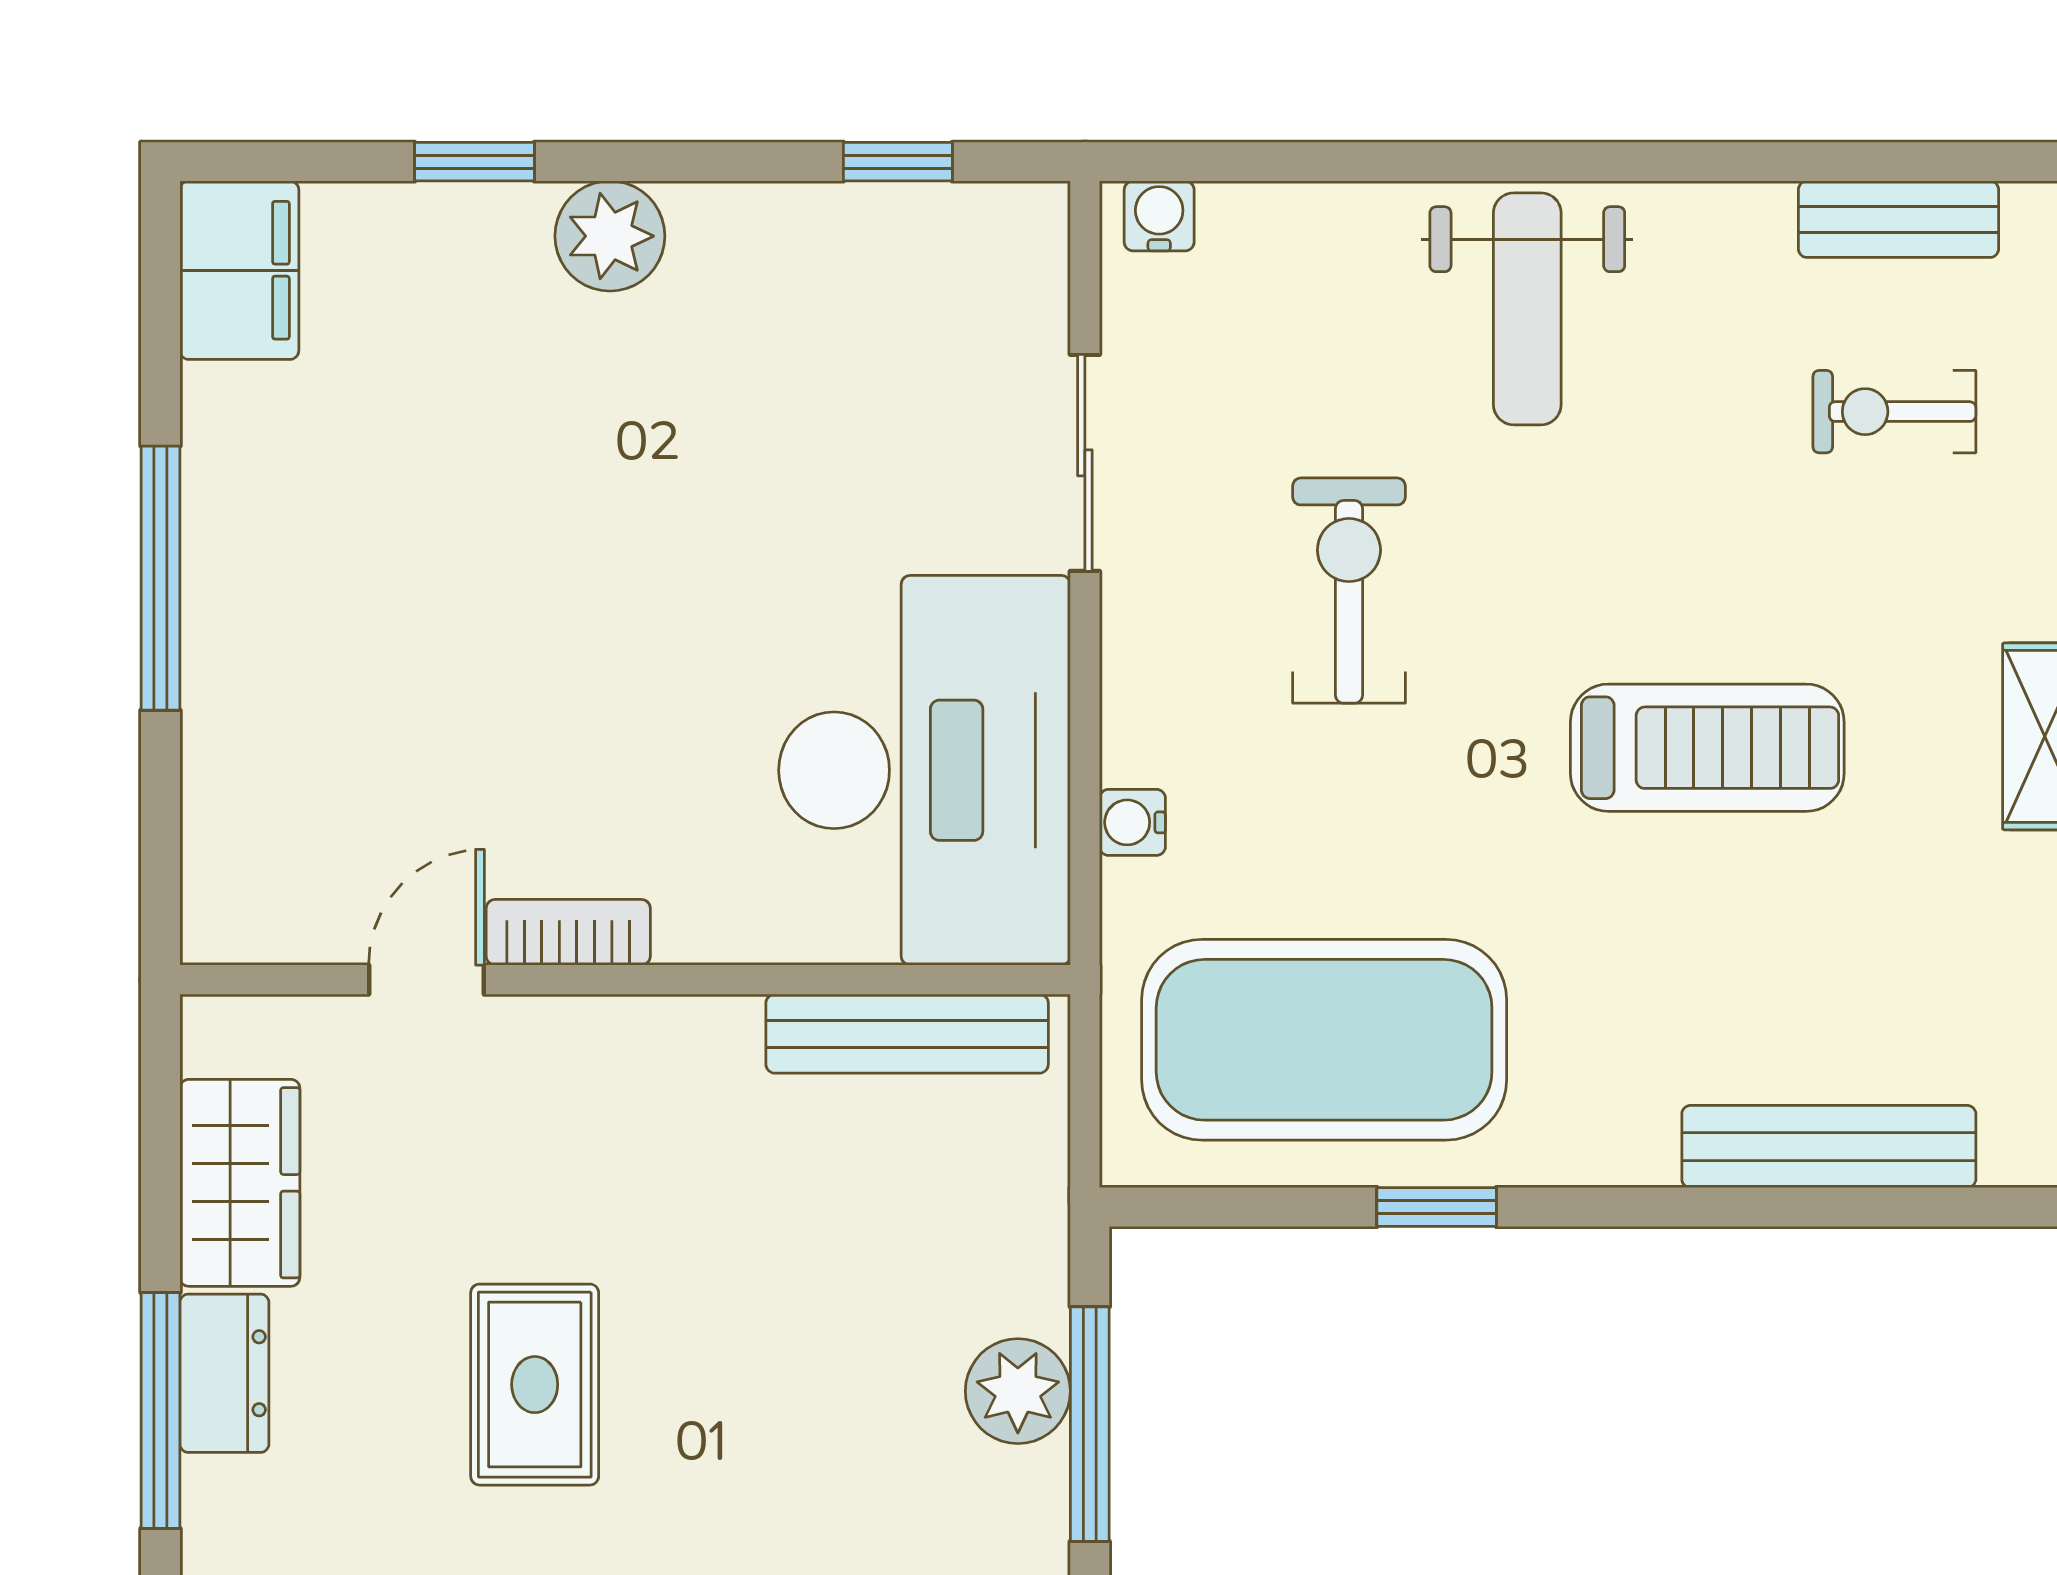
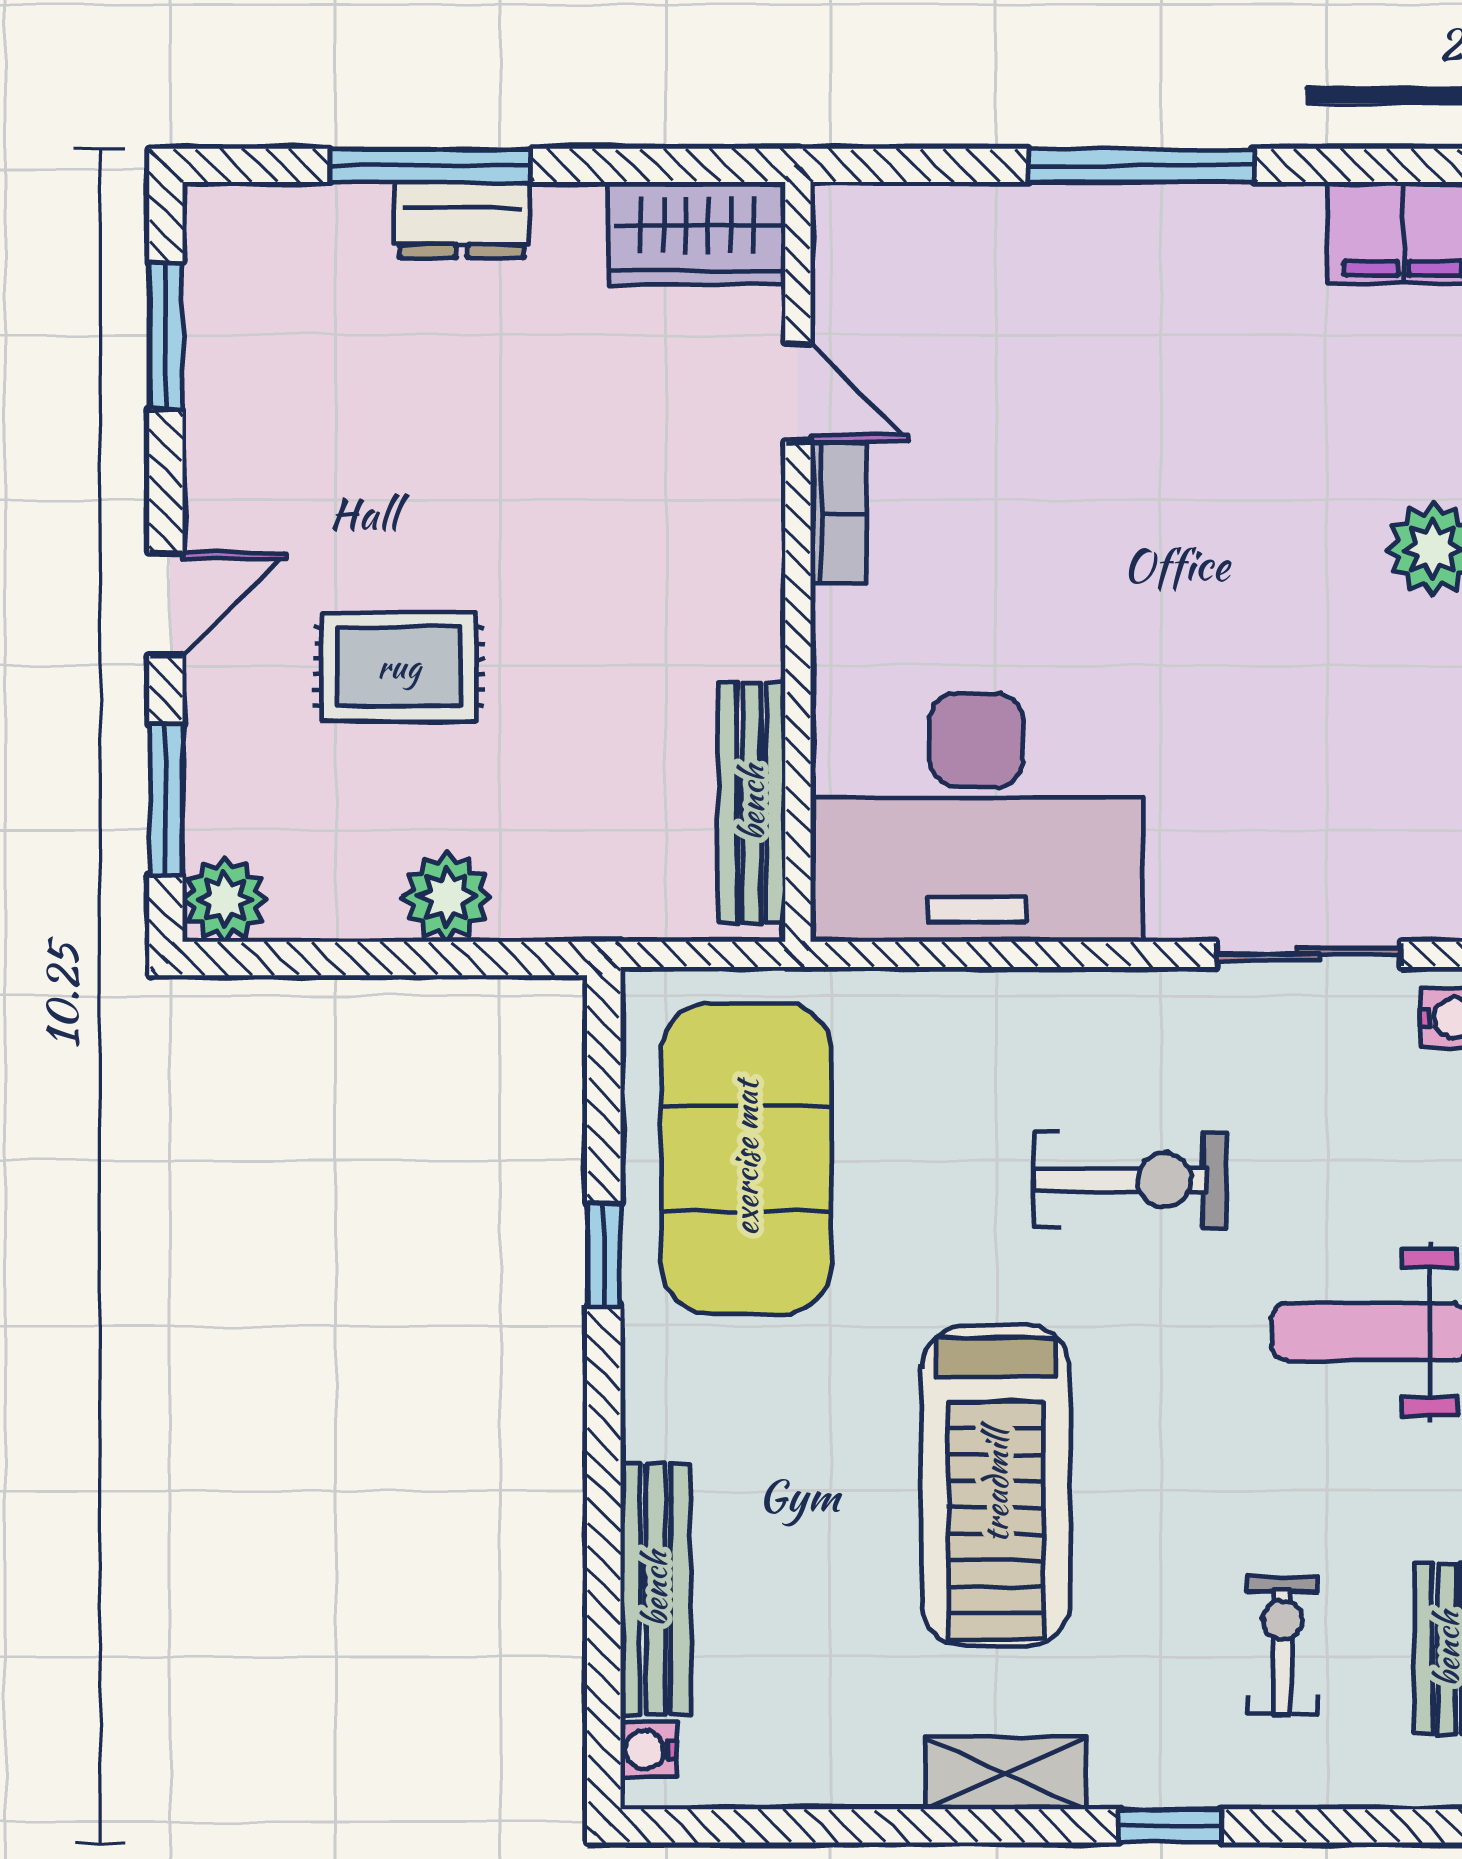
sliding door: (1085, 463) -> (1308, 954), moved
treadmill: (1707, 748) -> (996, 1486), width x1.37, depth x1.38
water cooler: (1132, 822) -> (648, 1750), moved, turned -90
wardrobe: (240, 1183) -> (697, 233), moved
rug: (535, 1385) -> (399, 667), moved
window: (1090, 1424) -> (419, 959), removed

